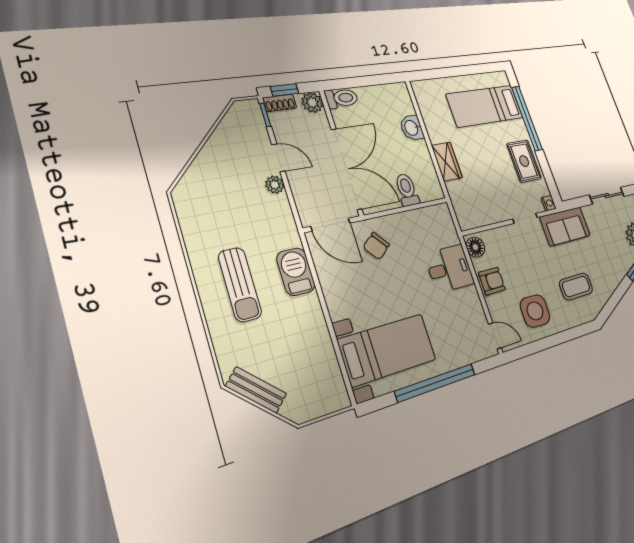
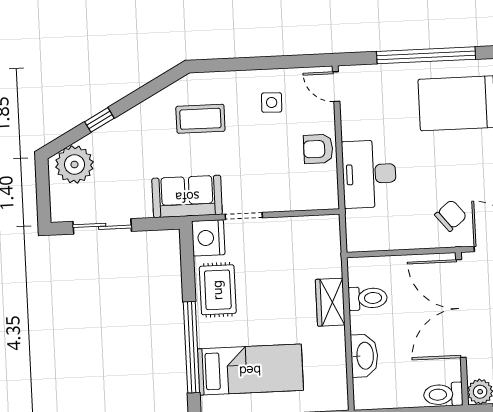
washbasin: (412, 128) -> (364, 356), width x1.38
toilet: (407, 190) -> (368, 298), moved, turned -90
nightstand: (549, 203) -> (208, 238), width x1.89, depth x1.79
floor lamp: (475, 247) -> (326, 193), removed
desk: (449, 269) -> (369, 174), width x1.37
side table: (535, 311) -> (272, 102), width x0.54, depth x0.54

